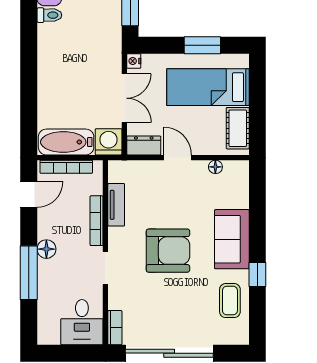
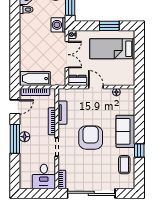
cot: (238, 128) -> (129, 71), removed
washing machine: (109, 142) -> (58, 25), moved, turned -90
armchair: (168, 251) -> (91, 138), turned -90
window: (29, 273) -> (15, 139), moved

